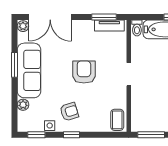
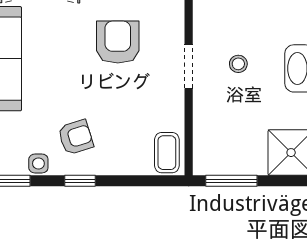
armchair: (84, 72) -> (118, 42), moved
stool: (155, 73) -> (238, 64), added

